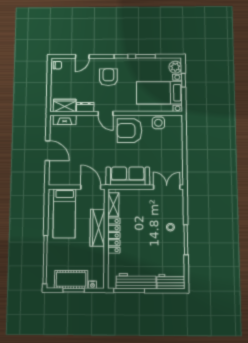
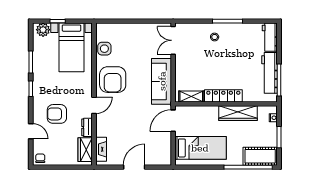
armchair: (108, 77) -> (57, 114), moved
wardrobe: (97, 228) -> (238, 113), moved
cot: (71, 279) -> (260, 156), moved, turned 90

